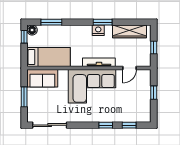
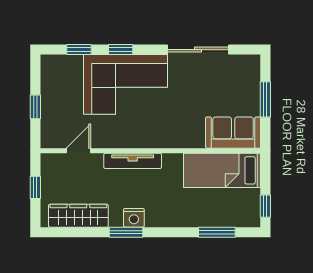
floor lamp: (32, 30) -> (251, 218), removed
corner sofa: (92, 86) -> (125, 84), moved, turned 180
sliding door: (50, 125) -> (198, 50), moved

